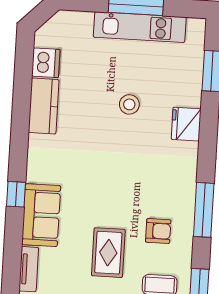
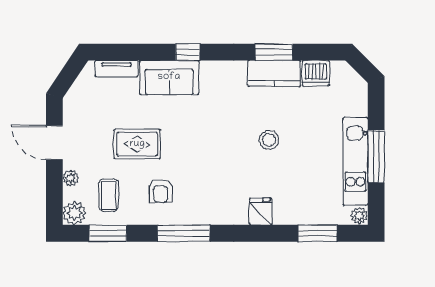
plant: (196, 26) -> (359, 215), added
stool: (129, 104) -> (269, 140), moved
window: (21, 105) -> (274, 52), added
fridge: (186, 124) -> (261, 211), width x0.72

